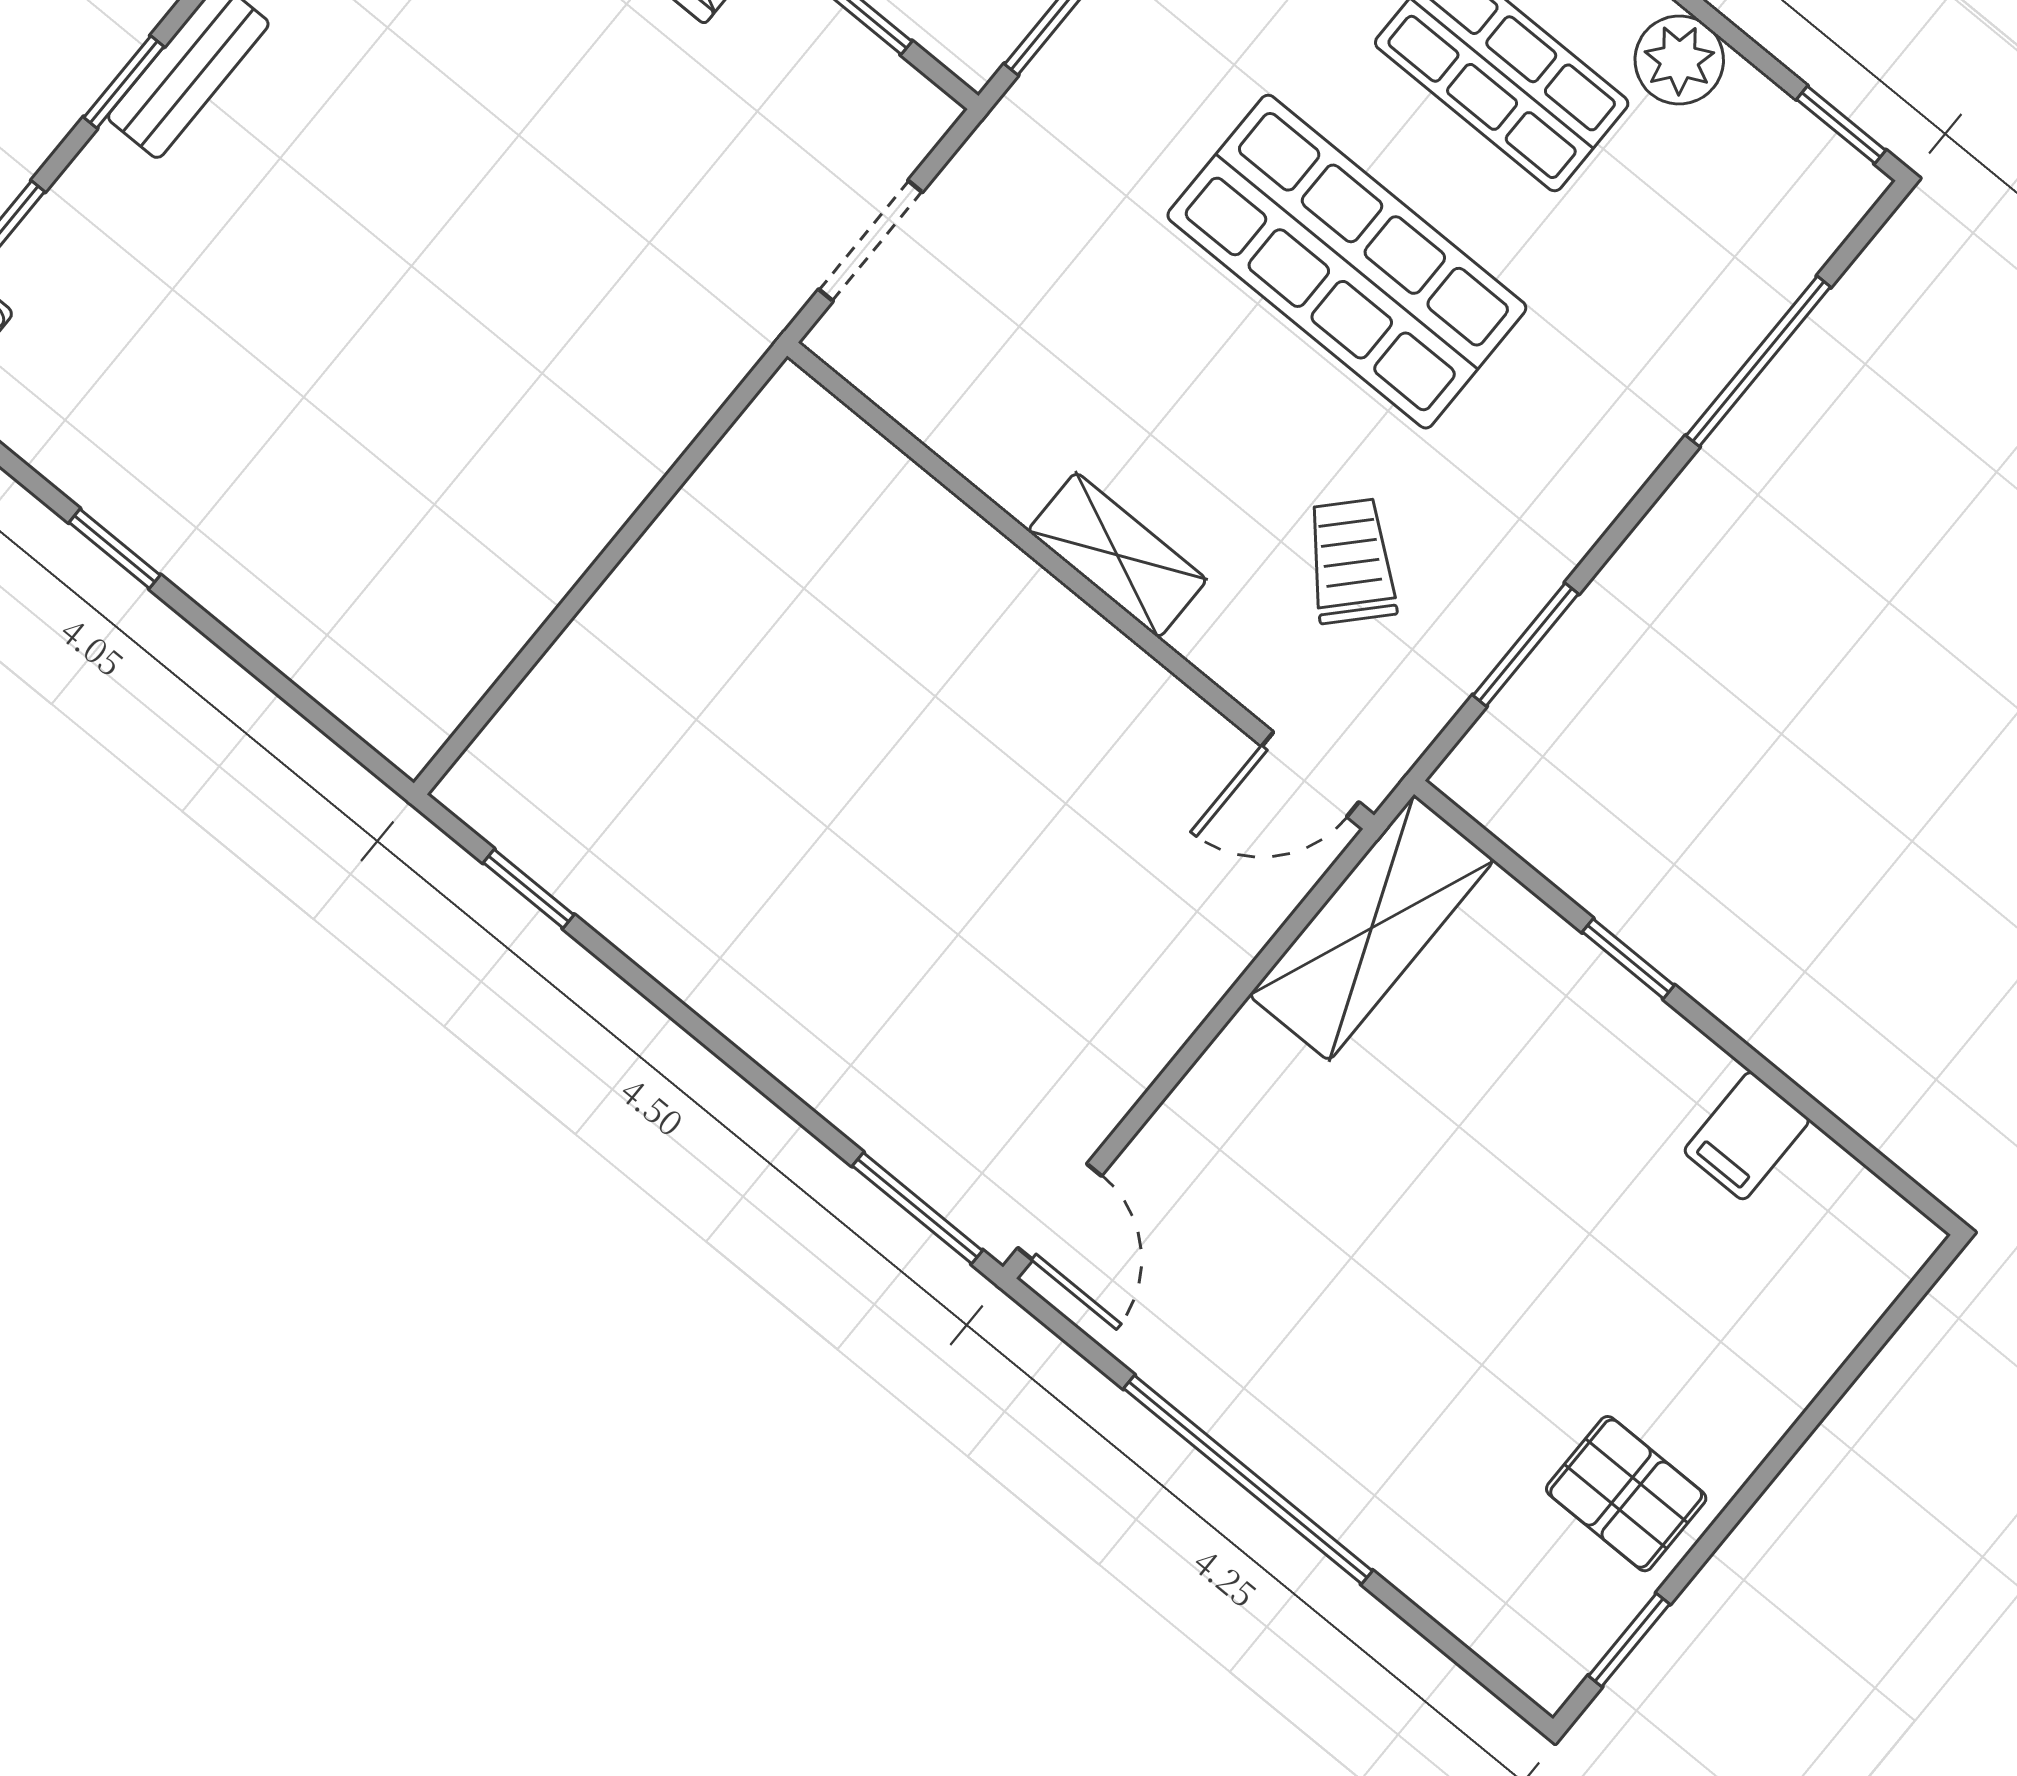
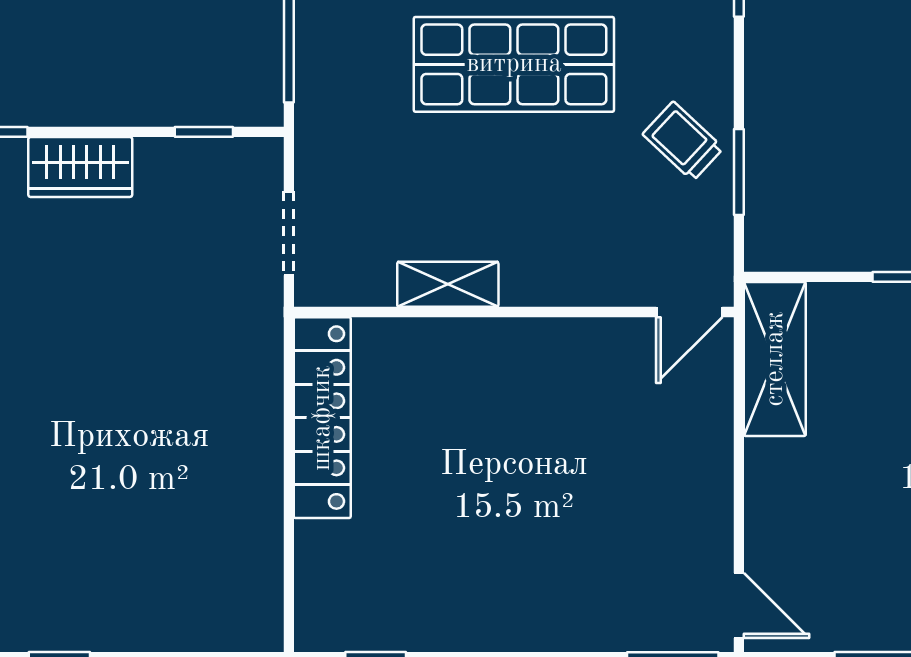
locker: (716, 518) -> (322, 418), added
shelving: (1117, 555) -> (448, 284), moved
trolley: (1351, 561) -> (683, 141), moved

